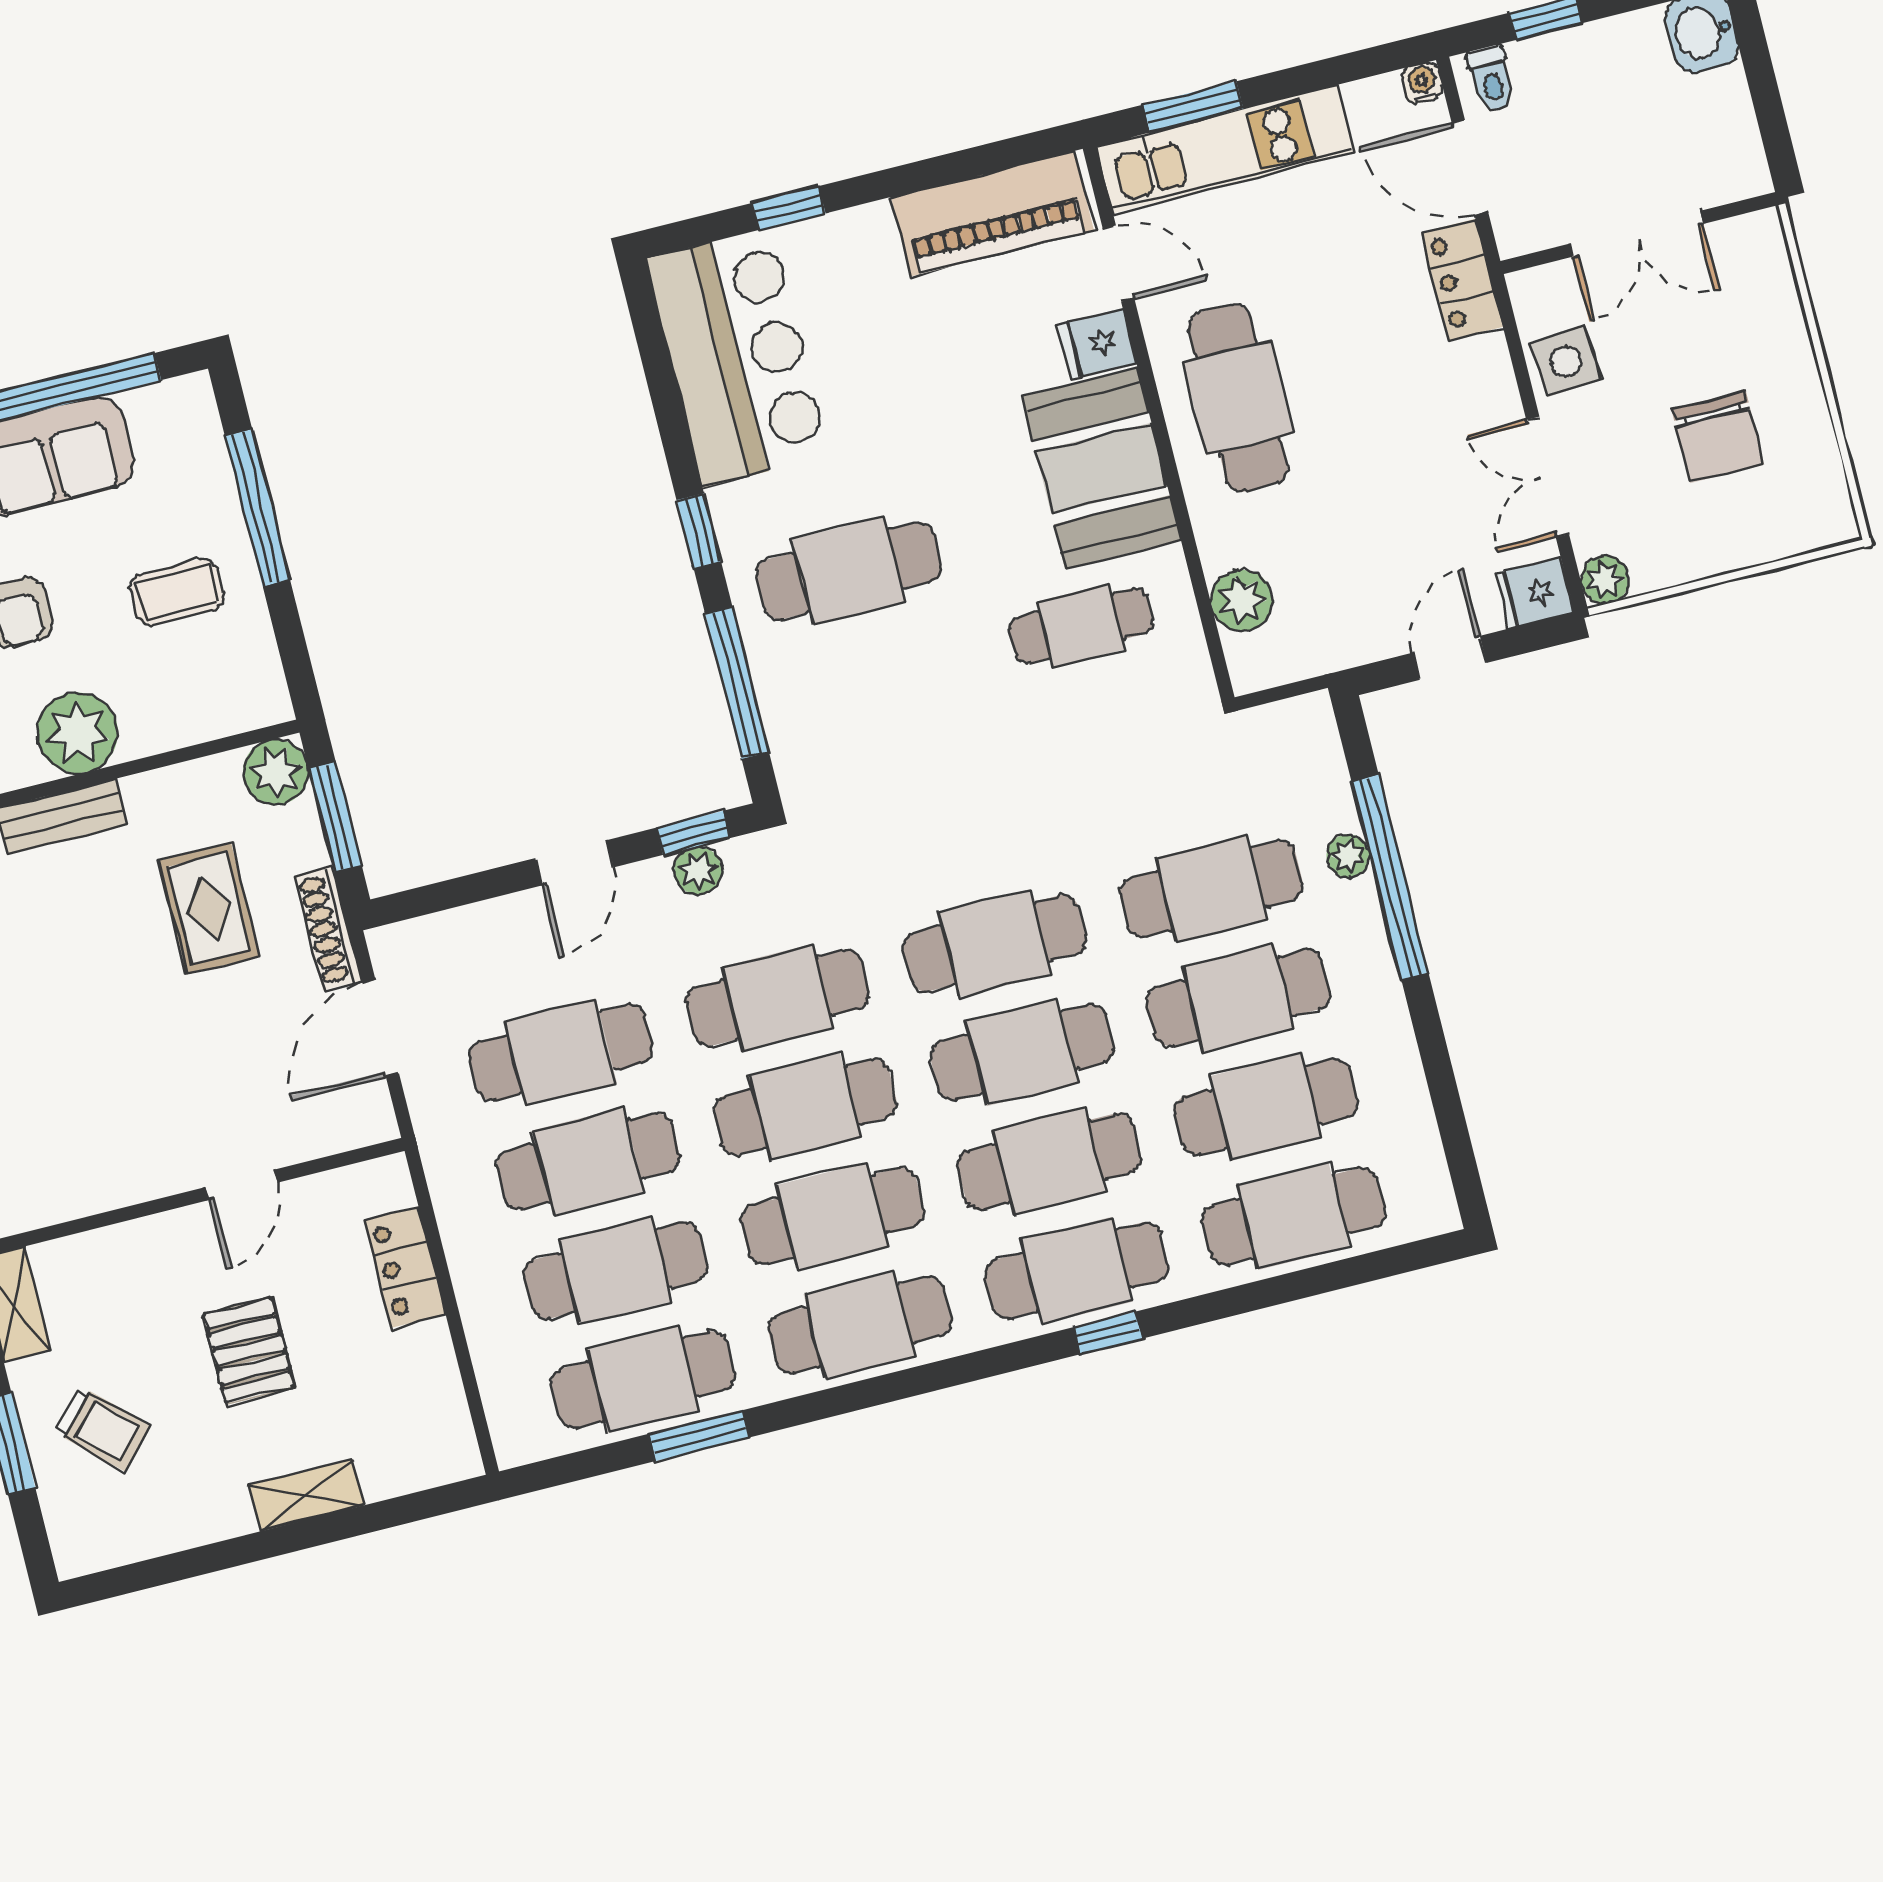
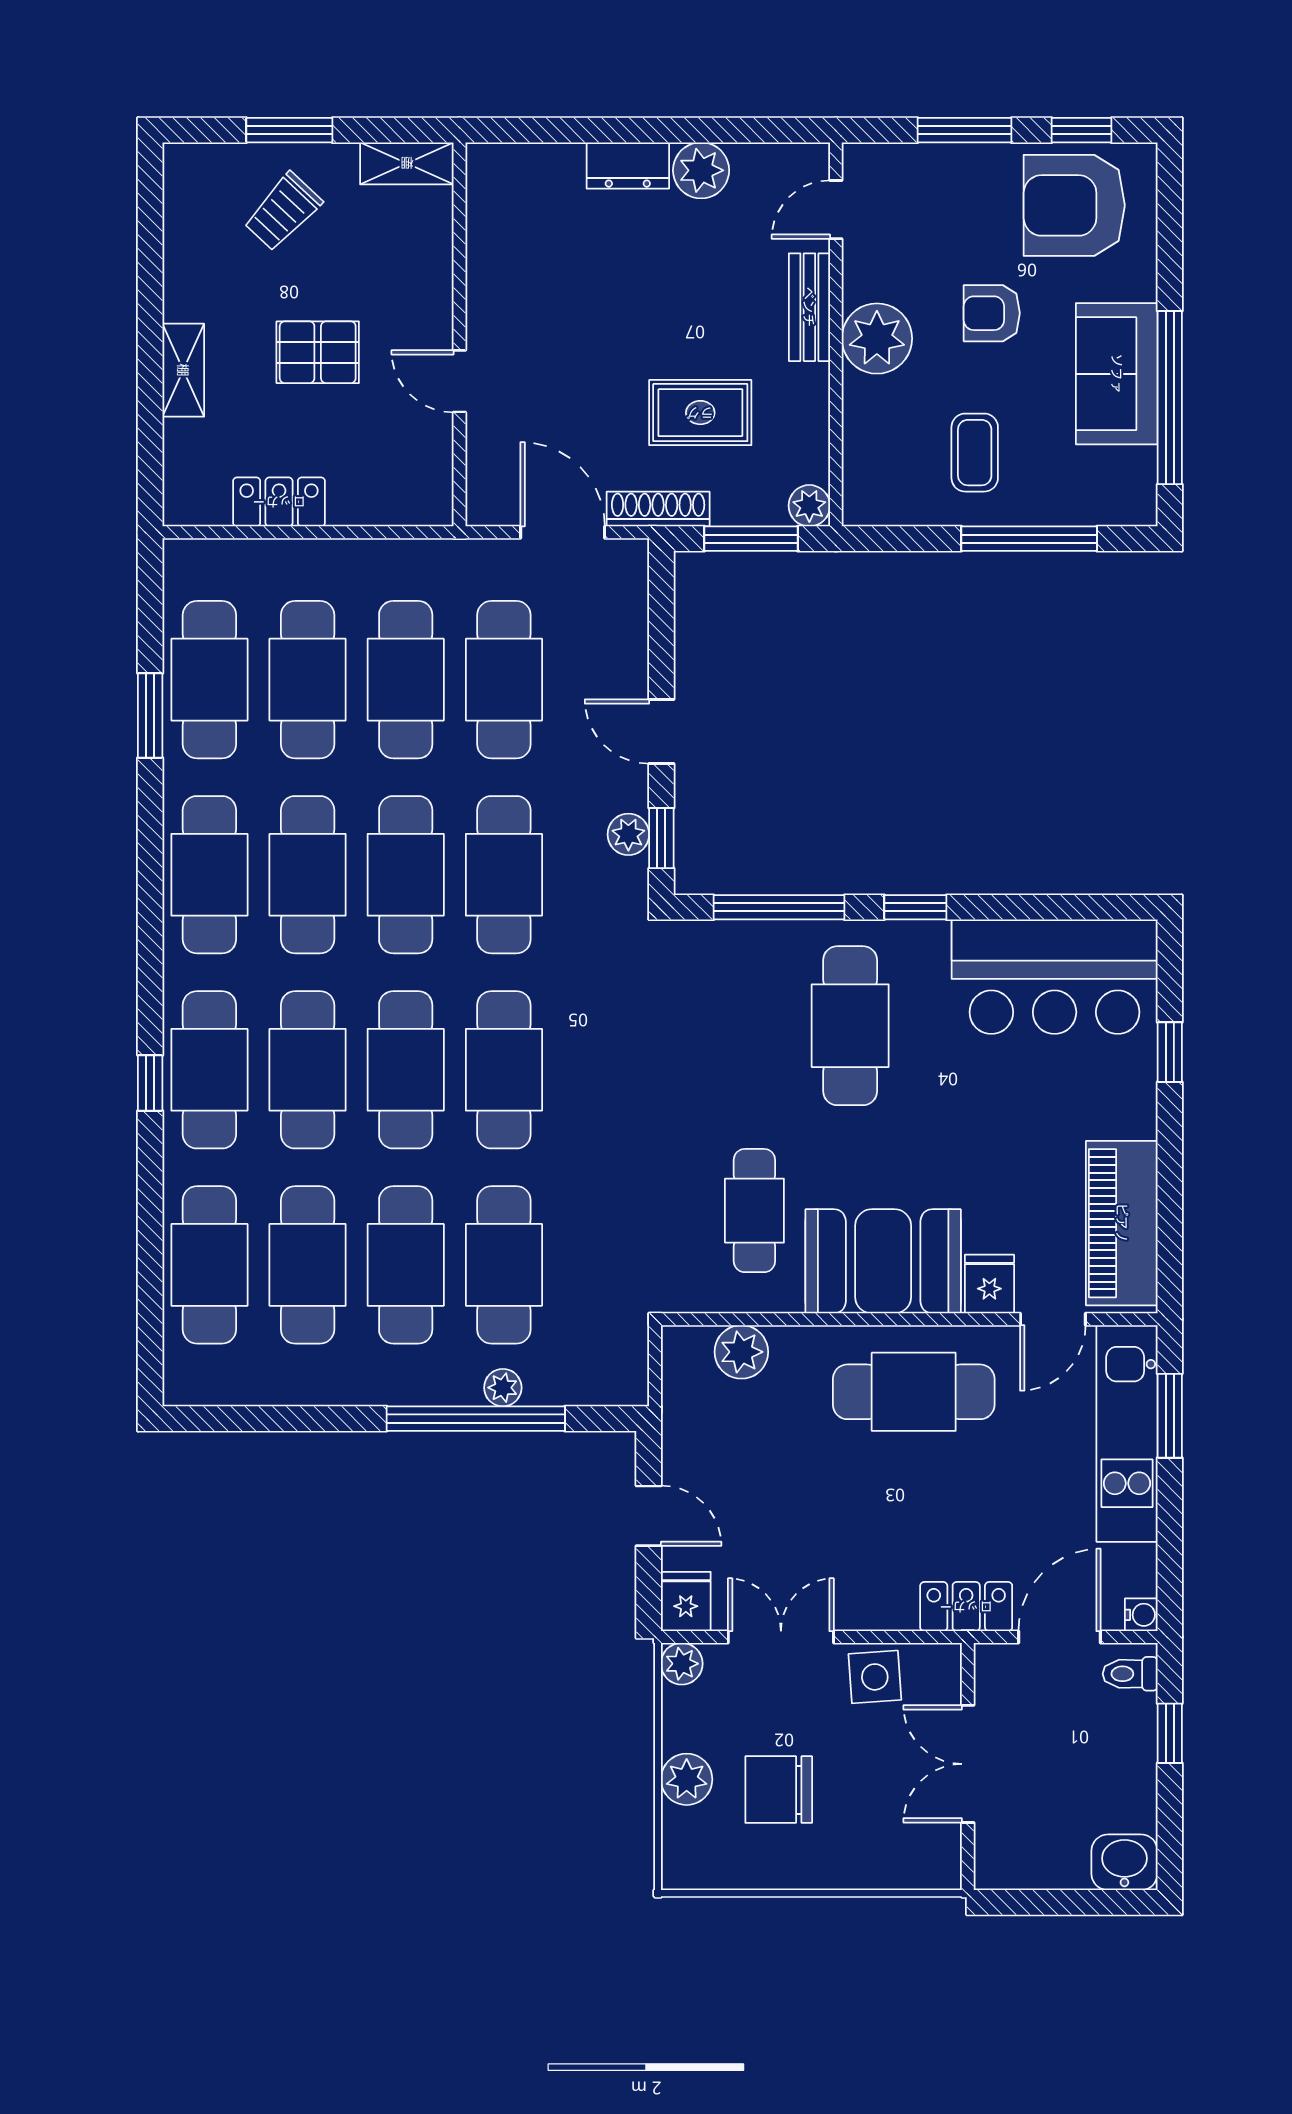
plant: (1732, 542) -> (687, 1779), added
plant: (276, 772) -> (809, 506), width x0.73, depth x0.73
locker: (405, 1267) -> (279, 502), moved

